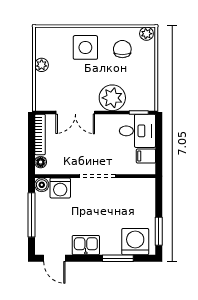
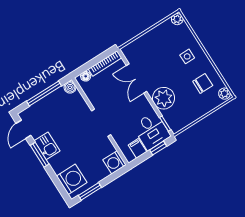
side table: (85, 47) -> (187, 56), width x0.54, depth x0.54
plant: (42, 65) -> (177, 19), moved
window: (159, 135) -> (158, 148), added
washing machine: (60, 188) -> (114, 162), moved
window: (118, 258) -> (40, 155), moved

